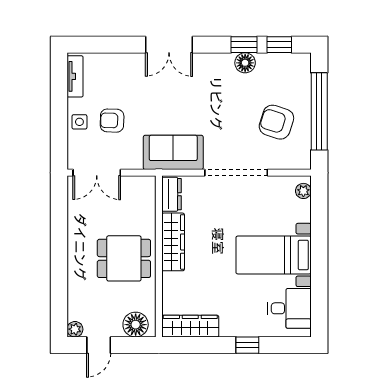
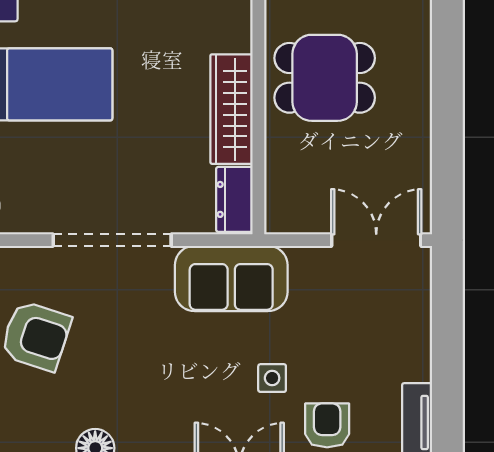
armchair: (112, 121) -> (327, 425), moved, turned -92
side table: (79, 122) -> (272, 378), moved

